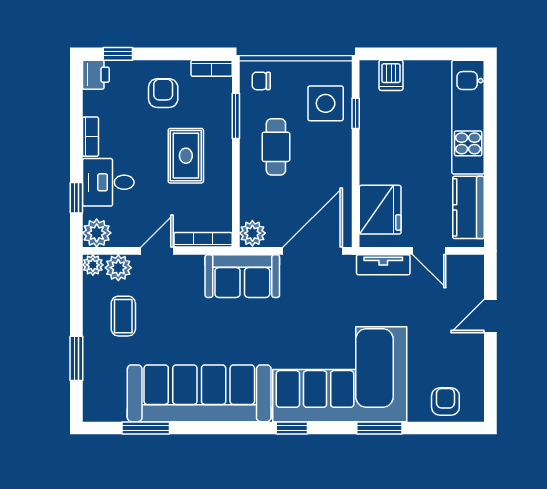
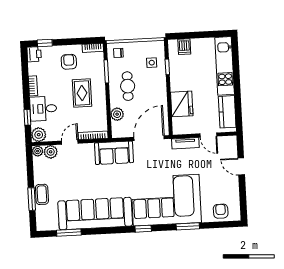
side table: (326, 103) -> (152, 63), width x0.54, depth x0.54
fridge: (380, 210) -> (182, 104), moved
plant: (252, 233) -> (117, 114), moved
coffee table: (123, 316) -> (42, 194), moved
door: (490, 316) -> (241, 166), hinge flipped

